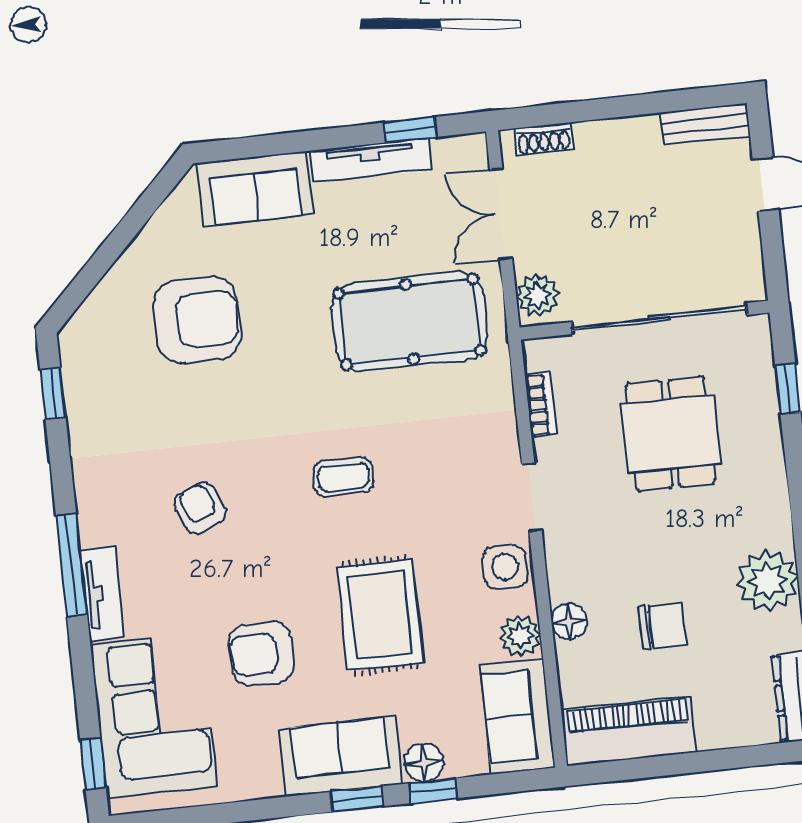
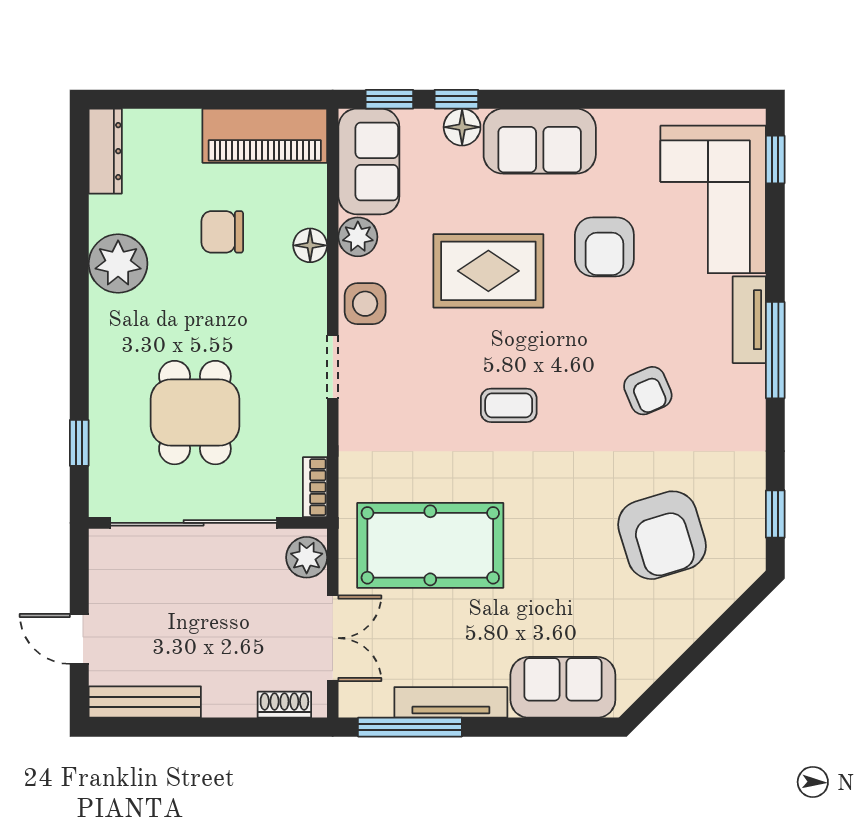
bench: (706, 124) -> (145, 702), width x1.36
window: (410, 130) -> (410, 727), width x2.17
armchair: (197, 320) -> (662, 535), moved, turned -107
bookcase: (540, 405) -> (315, 487), moved
rug: (380, 615) -> (488, 271), turned 90
armchair: (261, 653) -> (604, 247), turned 90
window: (357, 799) -> (389, 99), moved

